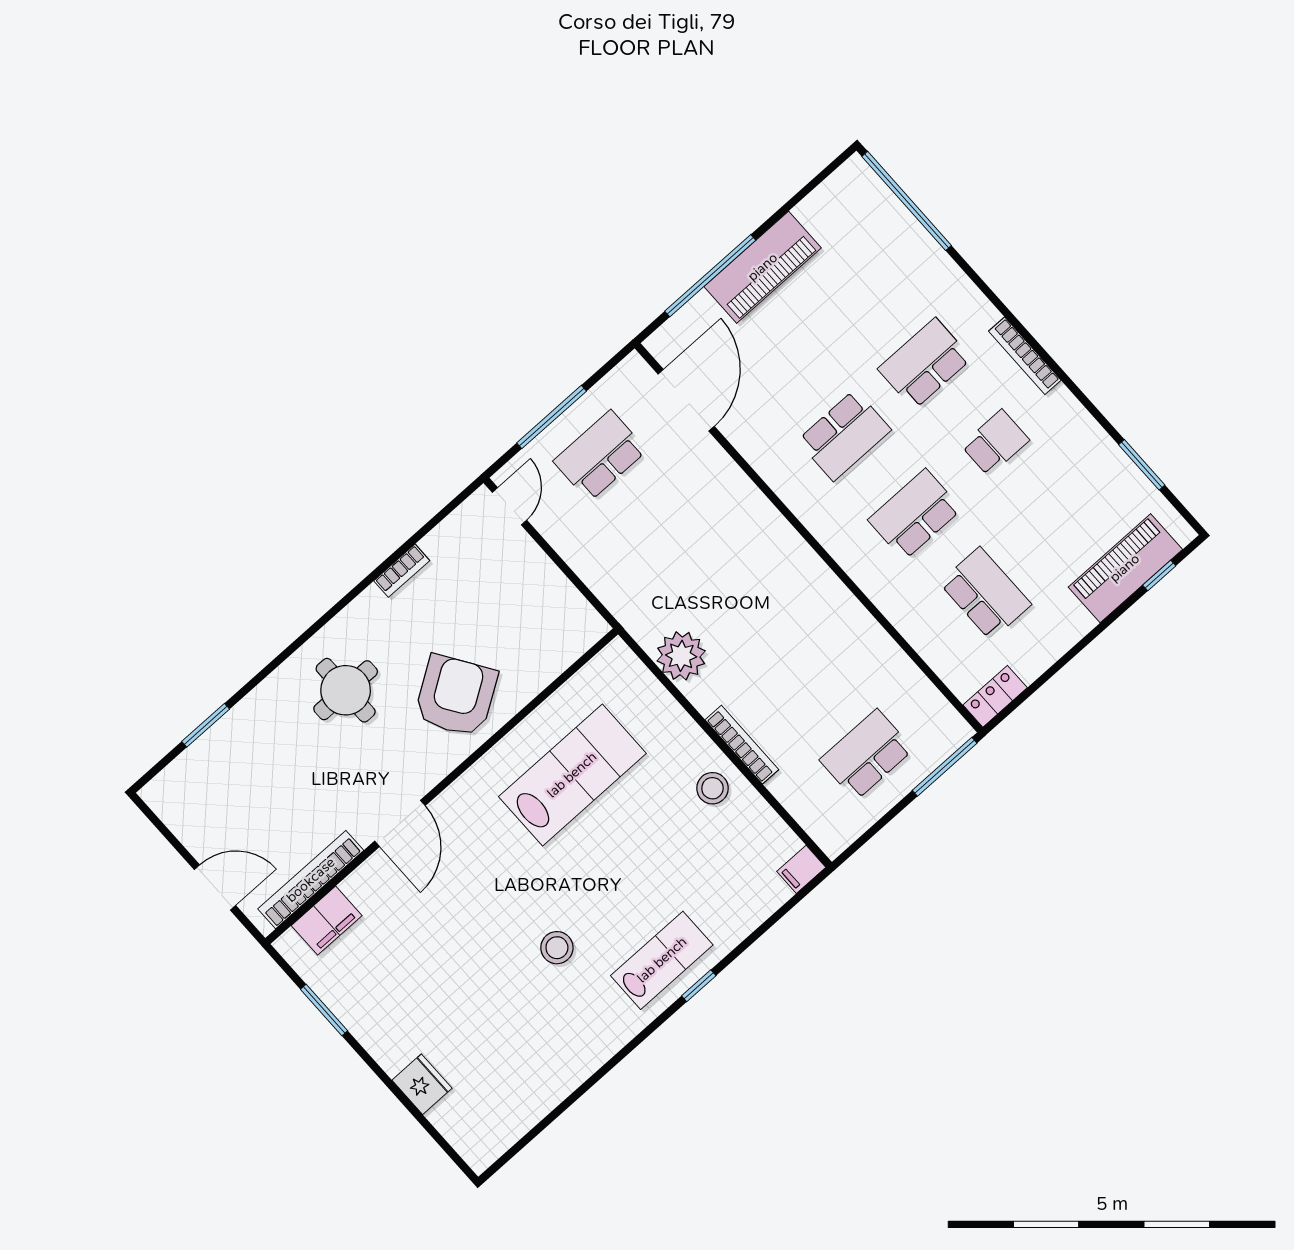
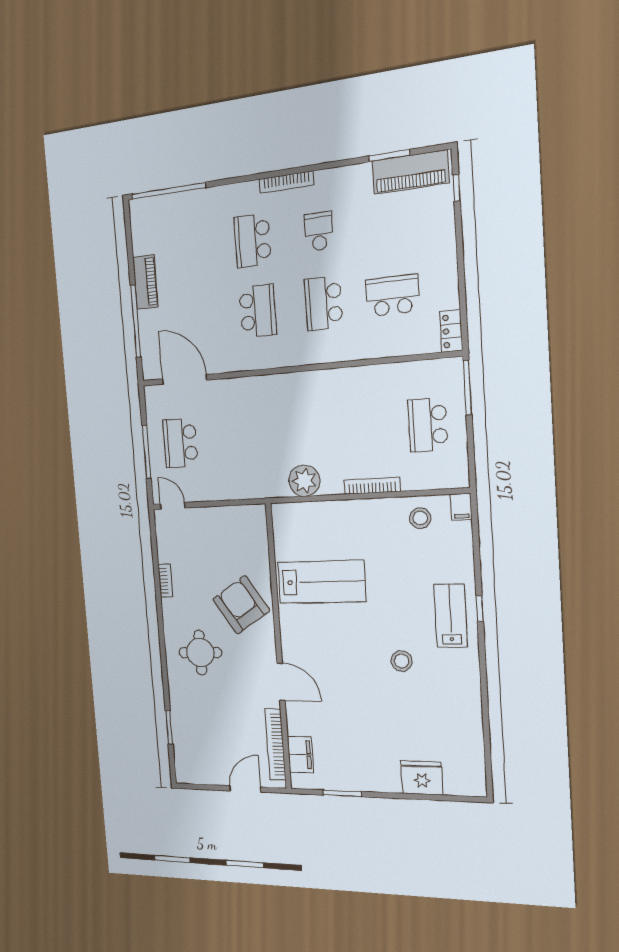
piano: (763, 267) -> (145, 282), width x0.73, depth x0.75
piano: (1125, 568) -> (410, 172), moved, turned -90
lab bench: (572, 775) -> (322, 582), turned 90
stool: (712, 788) -> (420, 518), moved
fridge: (422, 1084) -> (422, 778), width x1.36, depth x1.34

